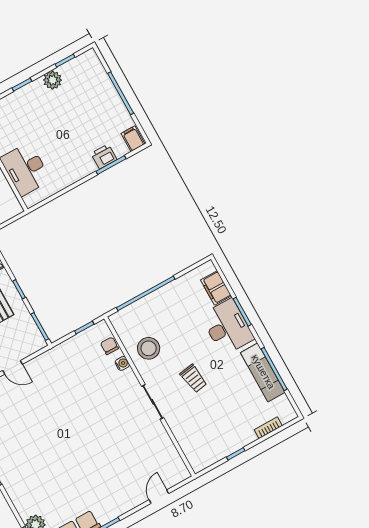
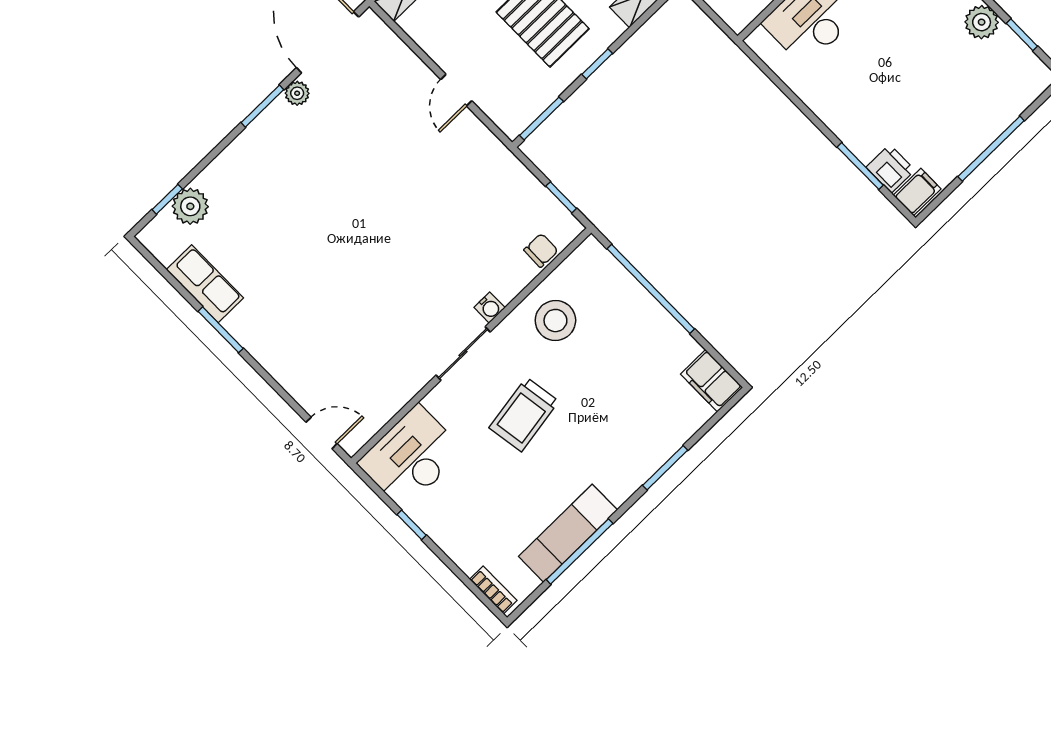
printer: (104, 156) -> (891, 169), moved
filing cabinet: (216, 288) -> (712, 381), moved, turned -90
desk: (227, 327) -> (411, 457), moved, turned 180
water cooler: (122, 363) -> (490, 308), moved
trolley: (194, 379) -> (524, 414), width x1.36, depth x1.39
bookcase: (268, 428) -> (493, 590), moved
door: (159, 497) -> (322, 433), moved

